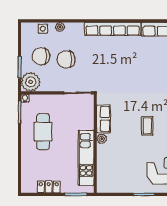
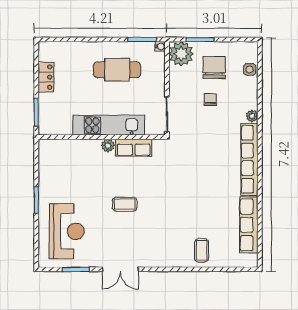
plant: (60, 27) -> (252, 116), moved
chair: (66, 59) -> (210, 100), width x0.54, depth x0.54
kitchen unit: (86, 158) -> (109, 125), moved

